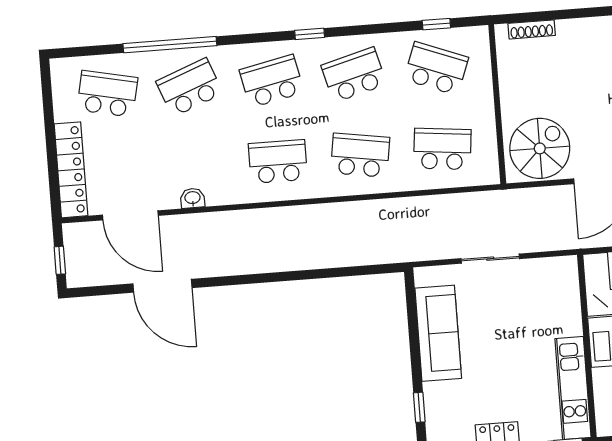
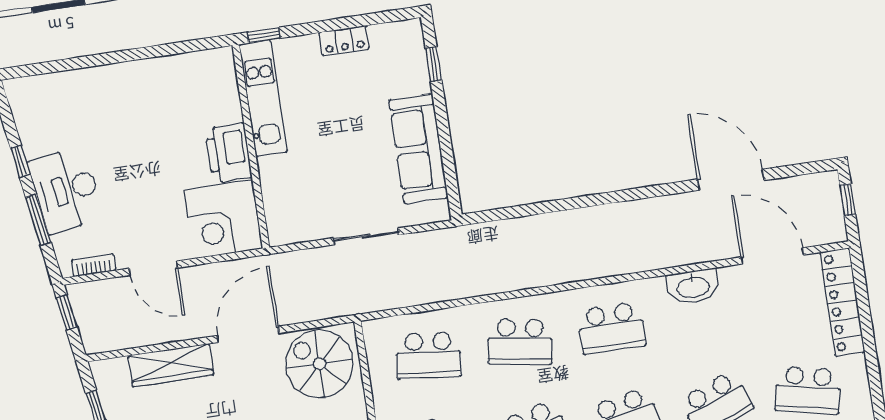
spiral stairs: (540, 148) -> (319, 364), turned 90
washbasin: (193, 198) -> (693, 287), width x1.91, depth x1.45

